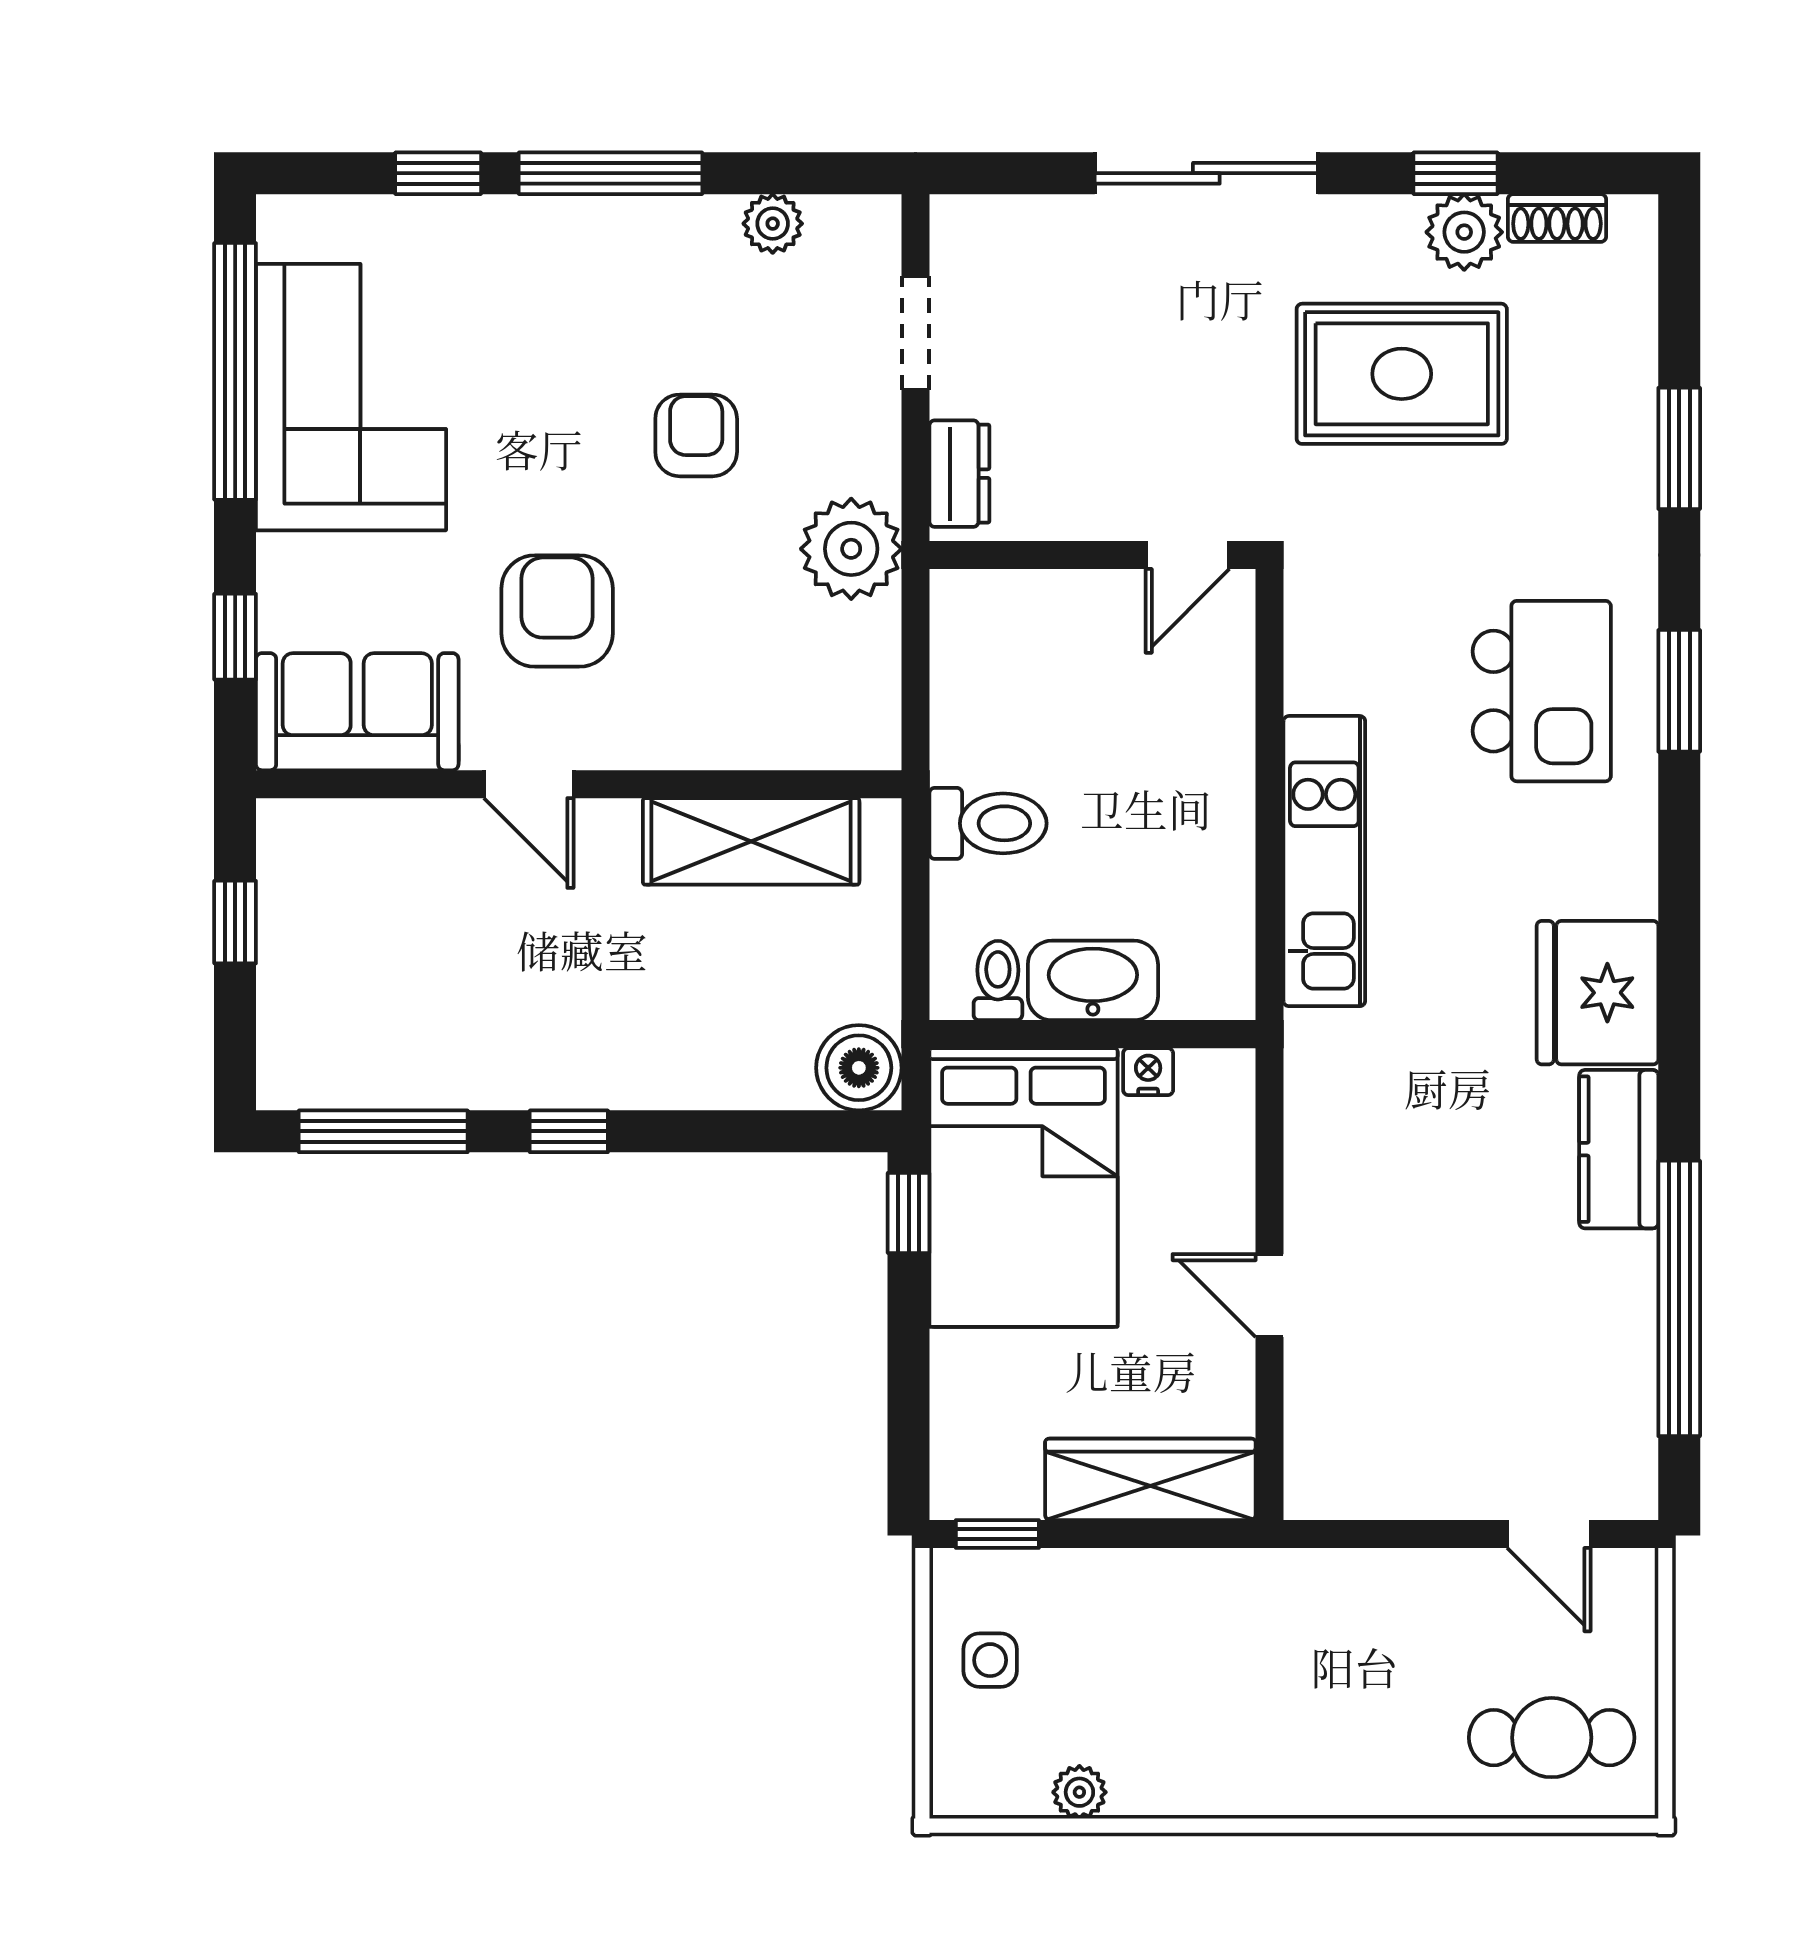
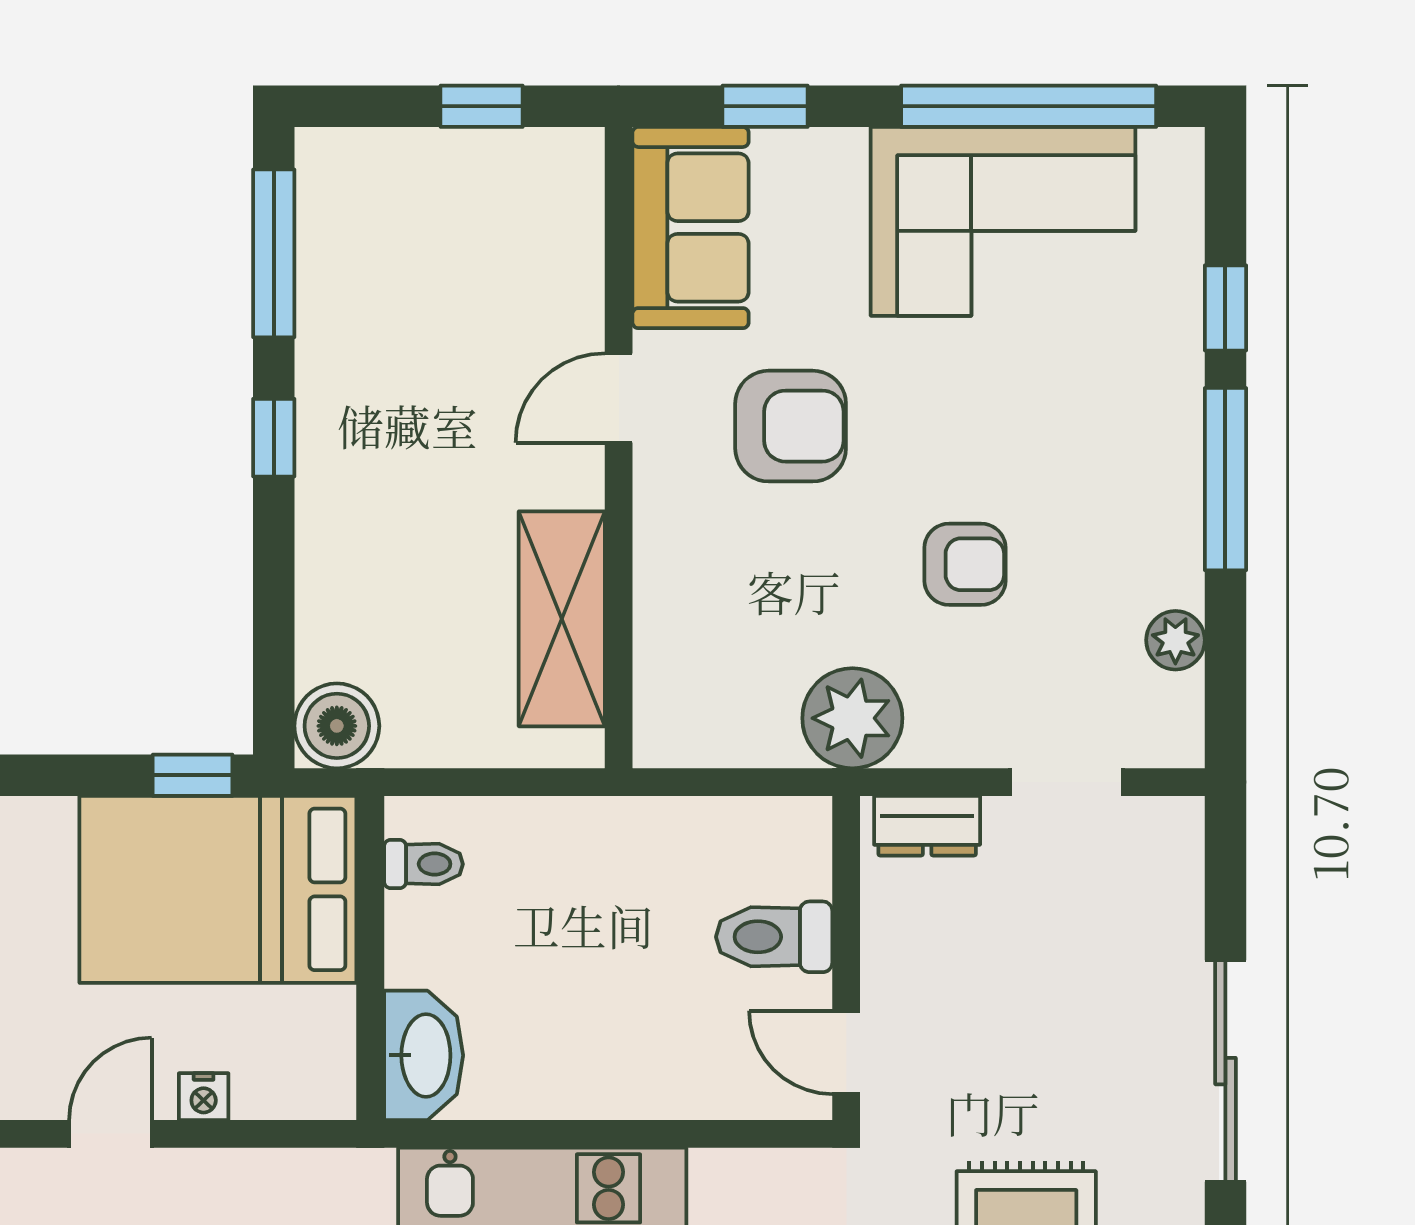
toilet: (988, 823) -> (774, 937), moved, turned 90
washbasin: (1093, 980) -> (424, 1055), moved
nightstand: (1148, 1072) -> (204, 1097), moved, turned 90

